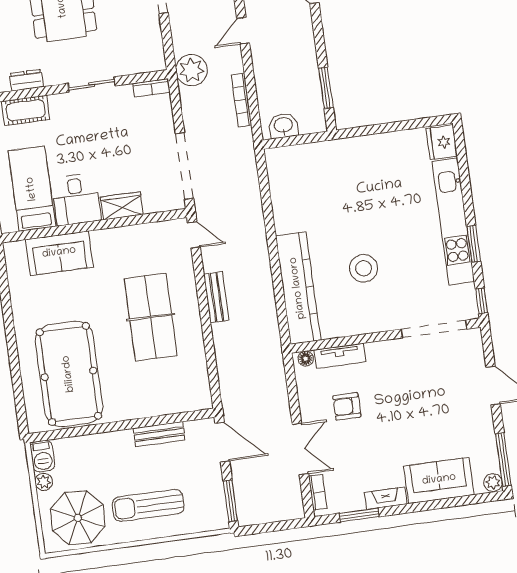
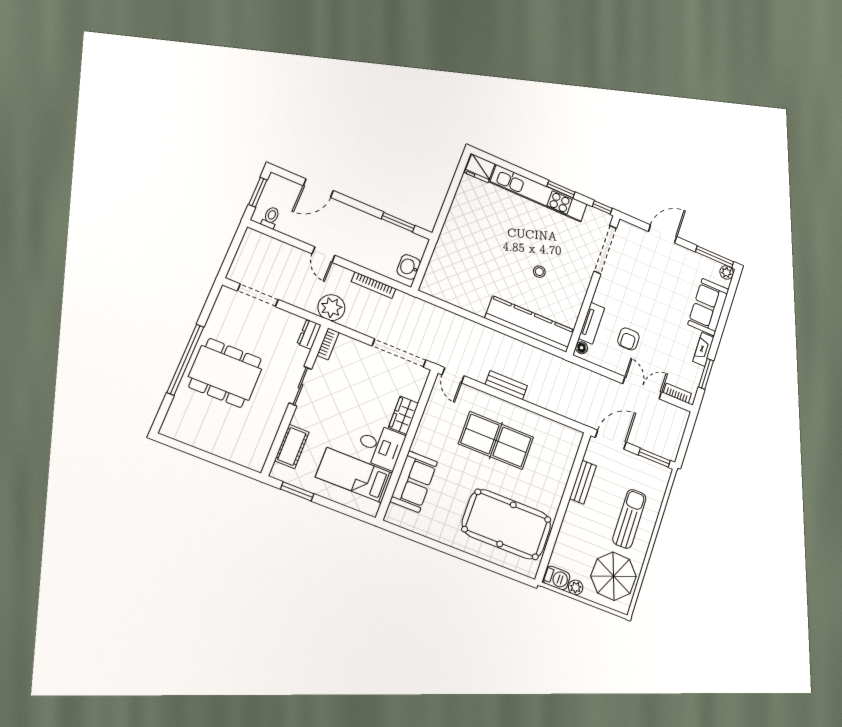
dresser: (26, 80) -> (309, 334), moved
door: (194, 235) -> (453, 375), swing flipped
stool: (364, 268) -> (539, 272), width x0.53, depth x0.53
sun lounger: (148, 505) -> (629, 519), turned 180

